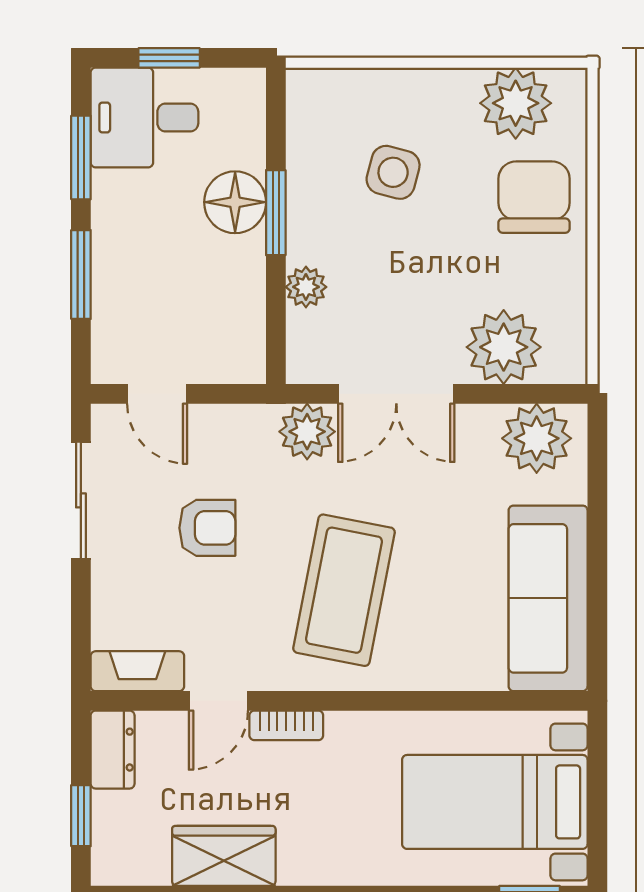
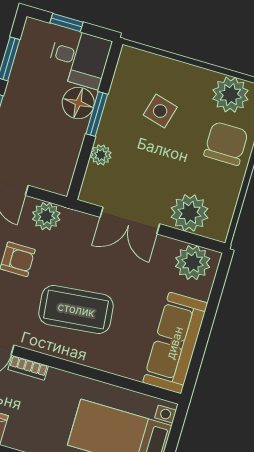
desk: (144, 118) -> (79, 58), moved, turned 180
plant: (307, 432) -> (46, 216), moved
coffee table: (344, 590) -> (76, 310), turned 73

